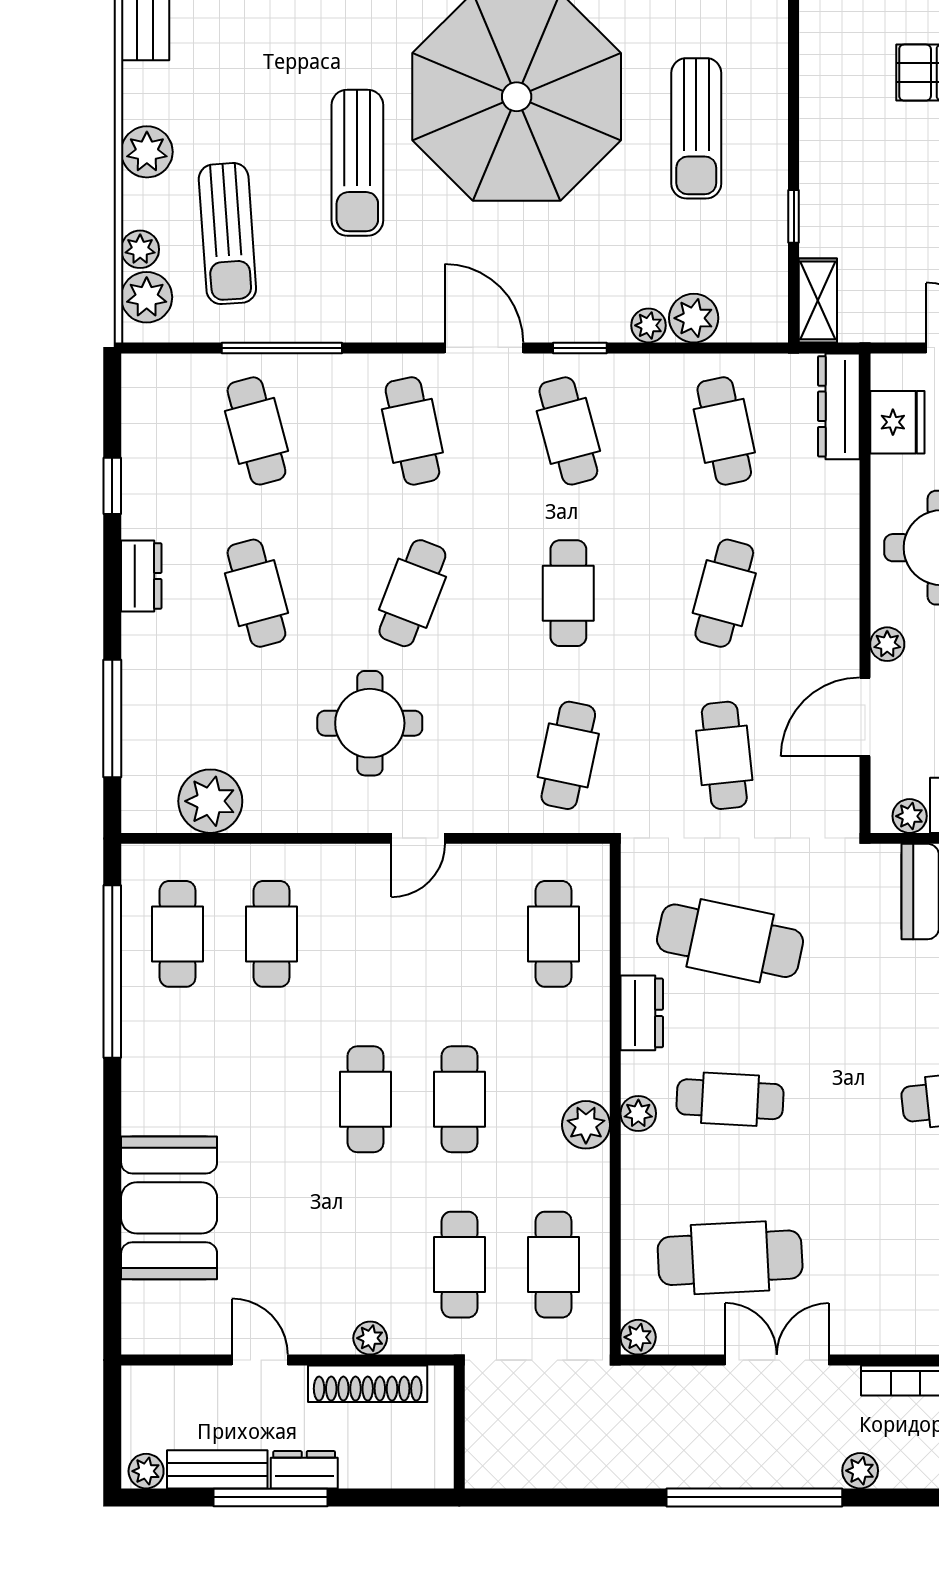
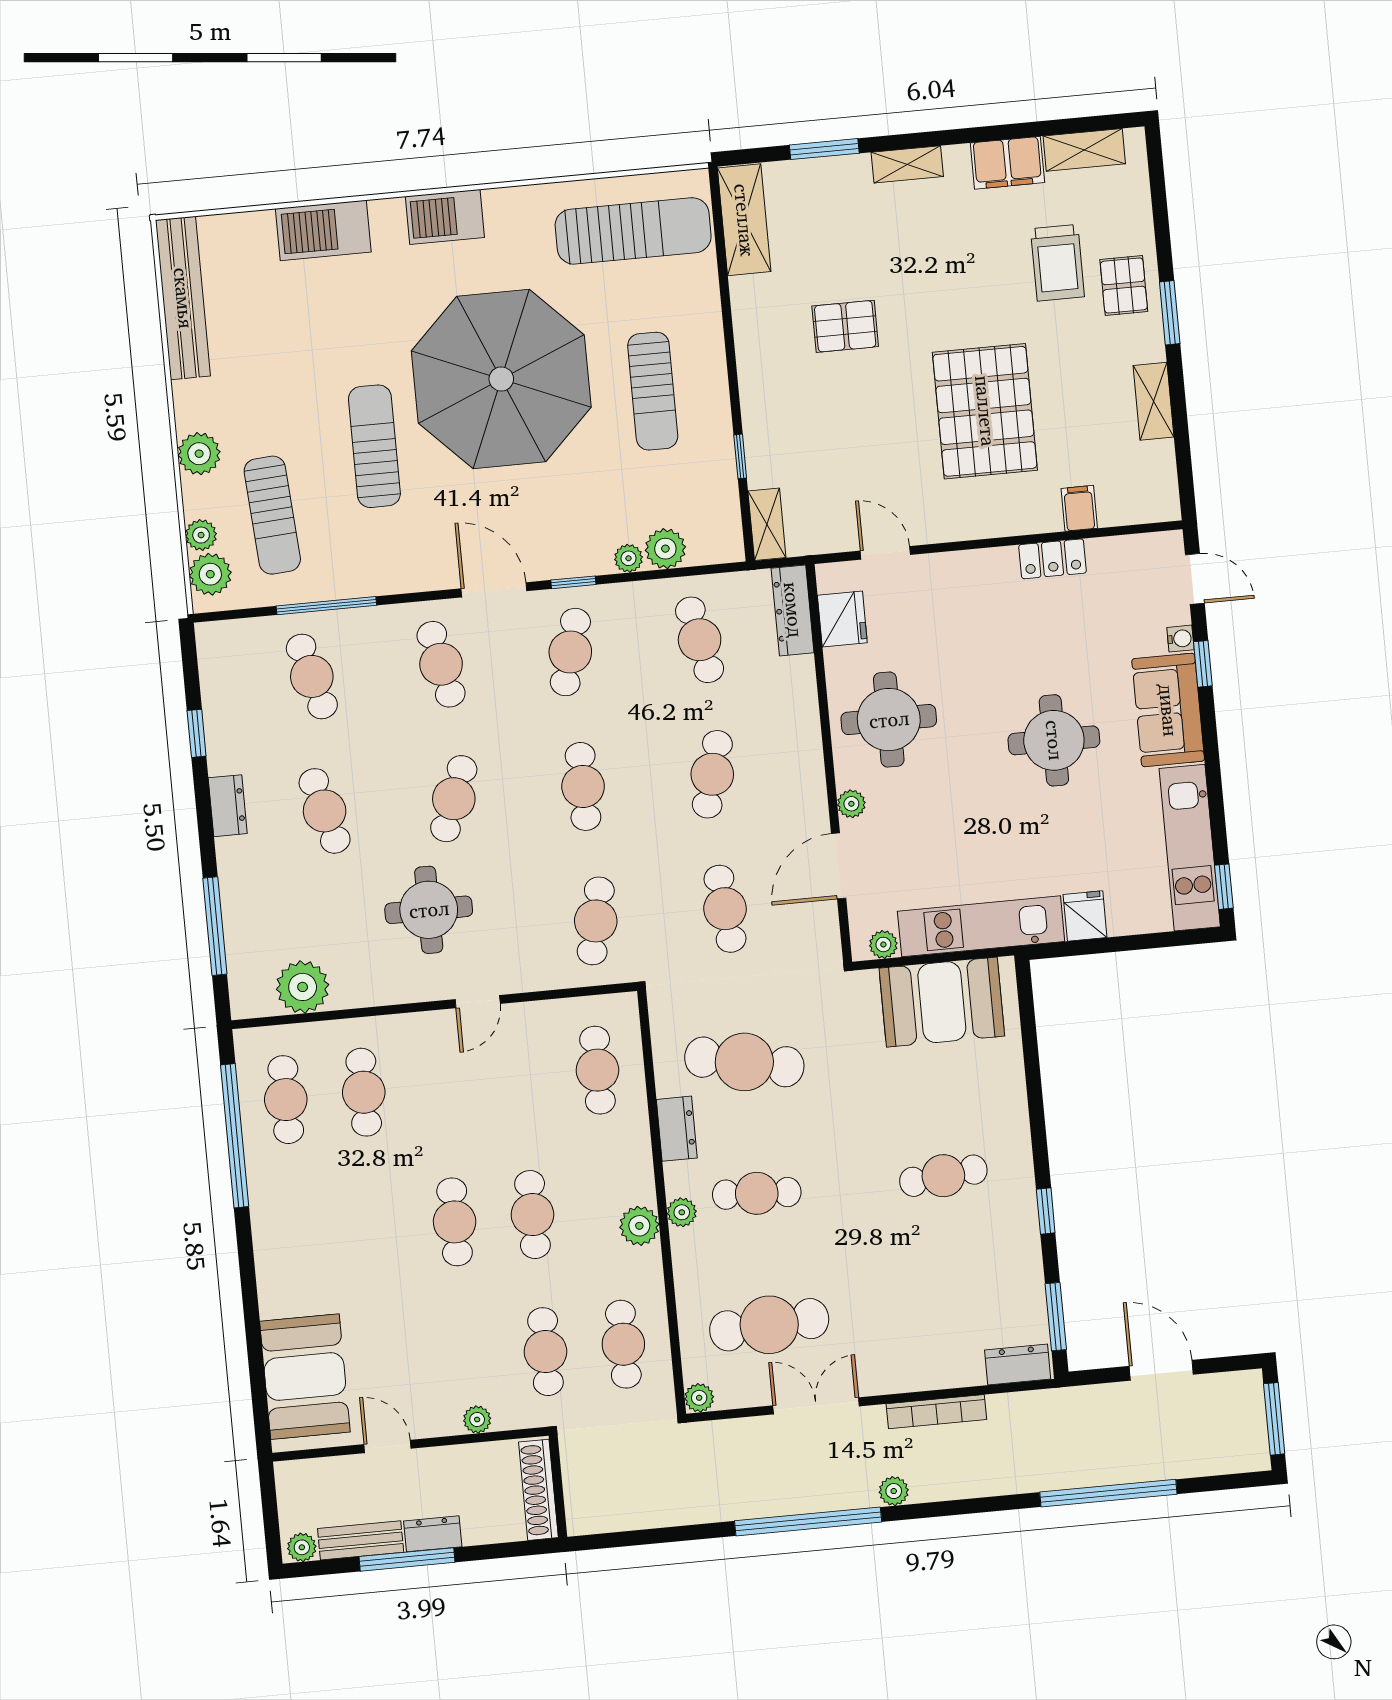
sun lounger: (357, 163) -> (374, 446), turned 180
cafe table: (568, 431) -> (570, 652), turned 30
booth: (169, 1208) -> (305, 1377), moved
shoe rack: (368, 1384) -> (538, 1490), moved, turned 90

